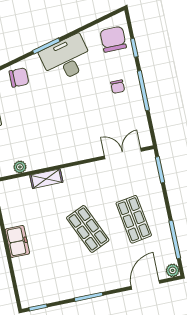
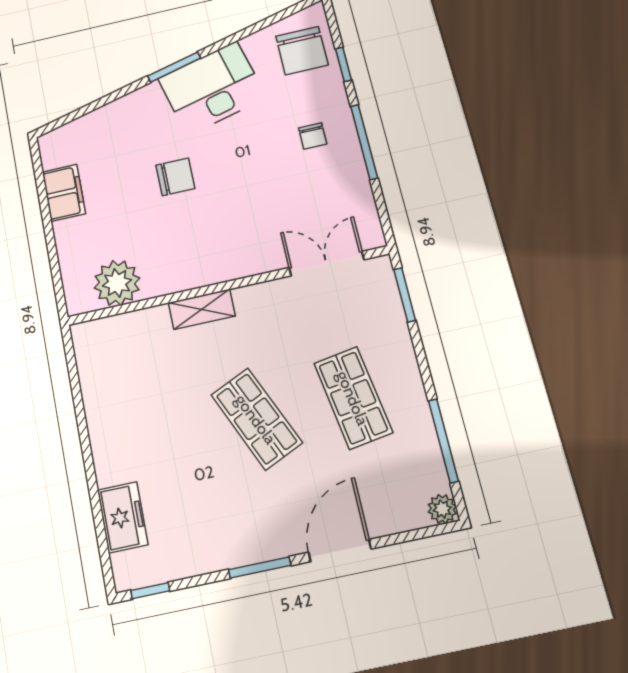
chair: (113, 39) -> (302, 51), turned 180
chair: (19, 77) -> (175, 177), moved
plant: (20, 167) -> (117, 283), width x1.88, depth x1.88
shelving: (46, 179) -> (202, 309), moved
freezer: (17, 241) -> (123, 517), moved
door: (145, 285) -> (340, 551), moved

